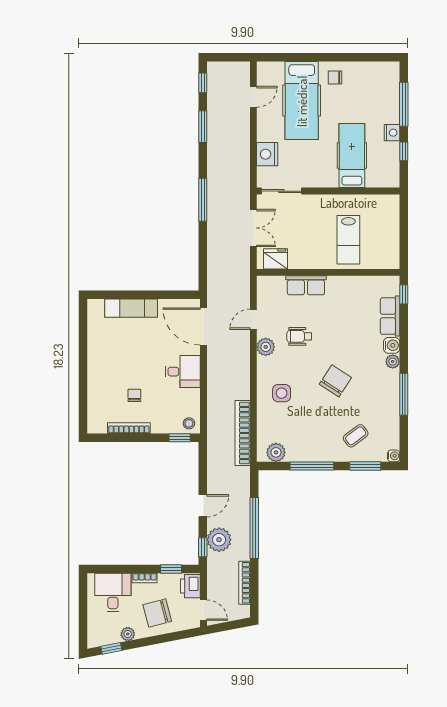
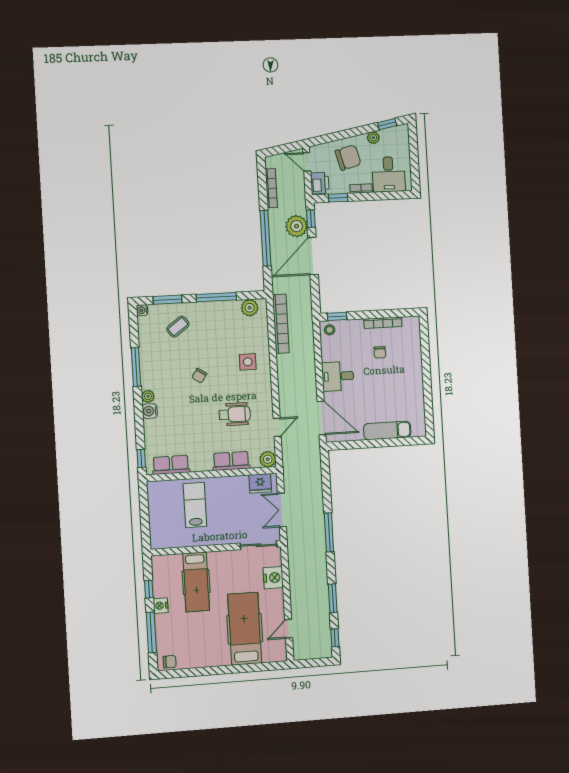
chair: (335, 77) -> (170, 662), moved
row of seats: (390, 316) -> (171, 465), moved, turned -90
wheelchair: (299, 336) -> (235, 414), width x1.36, depth x1.37
plant: (266, 347) -> (268, 459), moved
chair: (335, 381) -> (199, 376), width x0.54, depth x0.54
door: (203, 506) -> (313, 256), width x1.88

